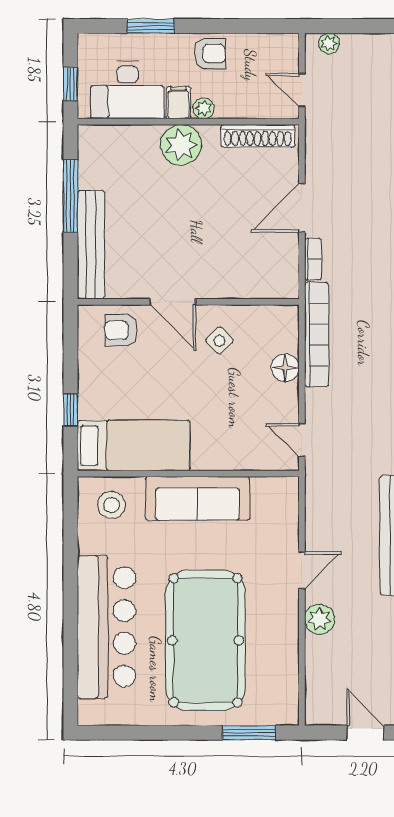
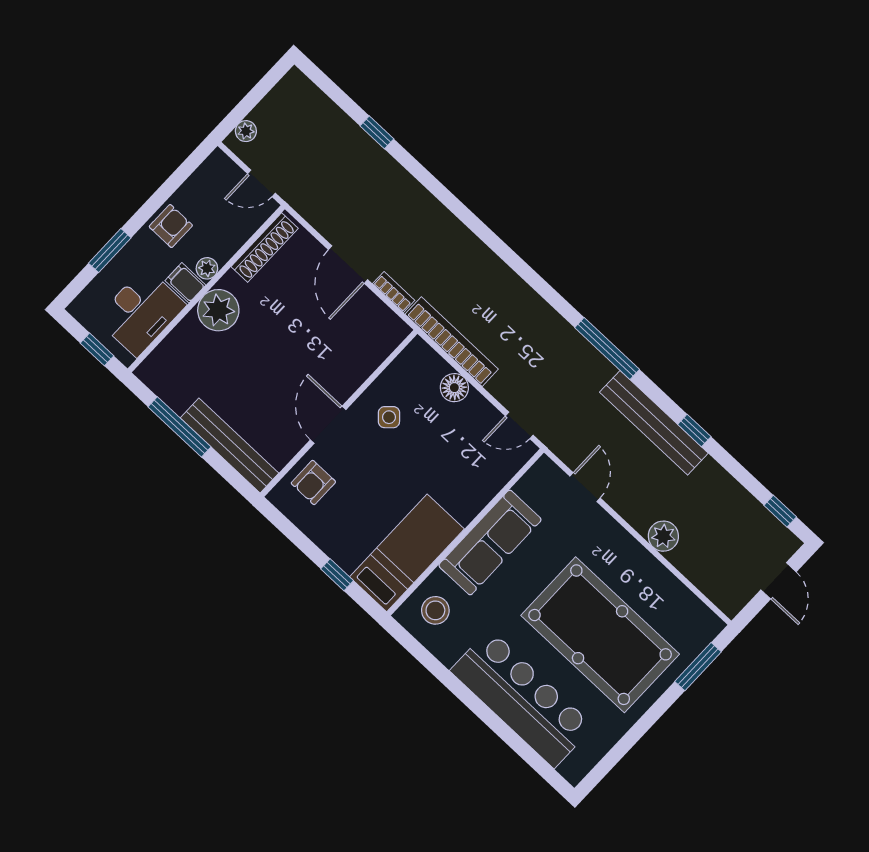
door: (173, 302) -> (328, 425), swing flipped
door: (302, 570) -> (585, 487), moved
door: (365, 733) -> (779, 581), swing flipped

